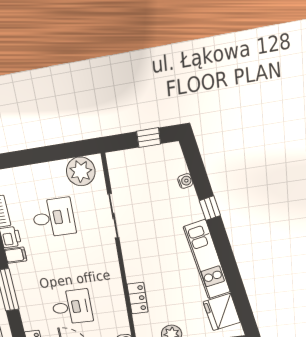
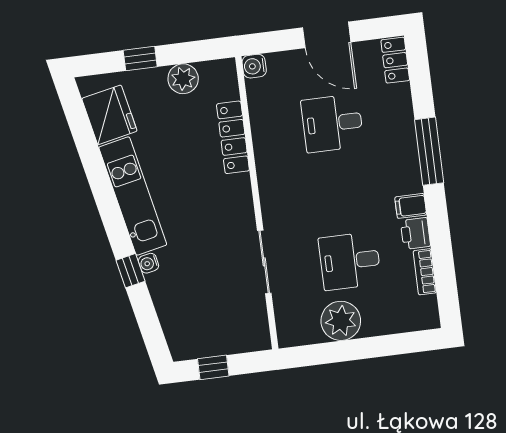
plant: (81, 171) -> (341, 321), moved
water cooler: (185, 181) -> (149, 263), moved
locker: (138, 298) -> (233, 137), width x1.53

